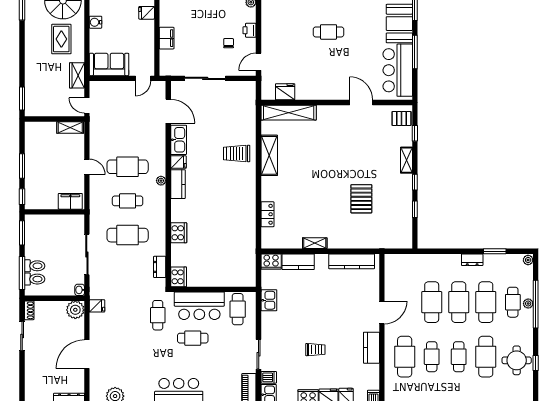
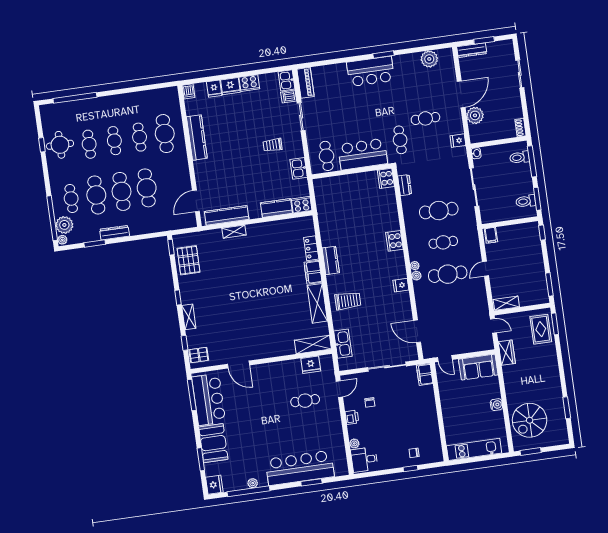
fridge: (147, 13) -> (450, 420), removed
cafe table: (329, 32) -> (305, 401), moved
filing cabinet: (167, 38) -> (425, 374), moved
rug: (61, 39) -> (541, 329), moved
window: (415, 52) -> (192, 395), moved
door: (143, 78) -> (445, 359), swing flipped
shelving: (289, 113) -> (313, 345), width x0.68
kitchen sink: (179, 140) -> (343, 344), moved, turned 180
window: (22, 166) -> (549, 284), moved
door: (87, 167) -> (486, 269), hinge flipped
plant: (161, 170) -> (416, 276), added
kitchen counter: (178, 184) -> (331, 260), moved, turned 180
filing cabinet: (269, 189) -> (313, 272), added
pallet: (361, 199) -> (188, 260), moved
filing cabinet: (70, 201) -> (491, 235), width x0.50
window: (415, 209) -> (171, 247), moved
cooker: (179, 233) -> (394, 241), moved
shelving: (315, 243) -> (234, 232), moved
dresser: (472, 260) -> (115, 233), width x1.44
toilet: (35, 266) -> (526, 201), moved
plant: (528, 304) -> (64, 225), moved, width x1.88, depth x1.88
window: (536, 304) -> (52, 218), moved
plant: (75, 310) -> (475, 115), moved
door: (382, 312) -> (196, 201), moved
sliding door: (22, 336) -> (520, 74), moved
cafe table: (193, 338) -> (425, 118), moved
kitchen counter: (371, 348) -> (197, 138), width x1.50
trolley: (315, 350) -> (273, 145), moved
cafe table: (486, 357) -> (89, 144), width x0.73, depth x0.74

